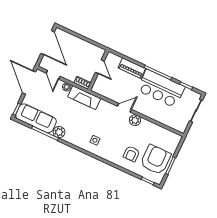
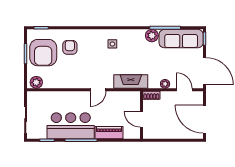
fireplace: (84, 98) -> (131, 81), moved
plant: (135, 120) -> (36, 82), moved

